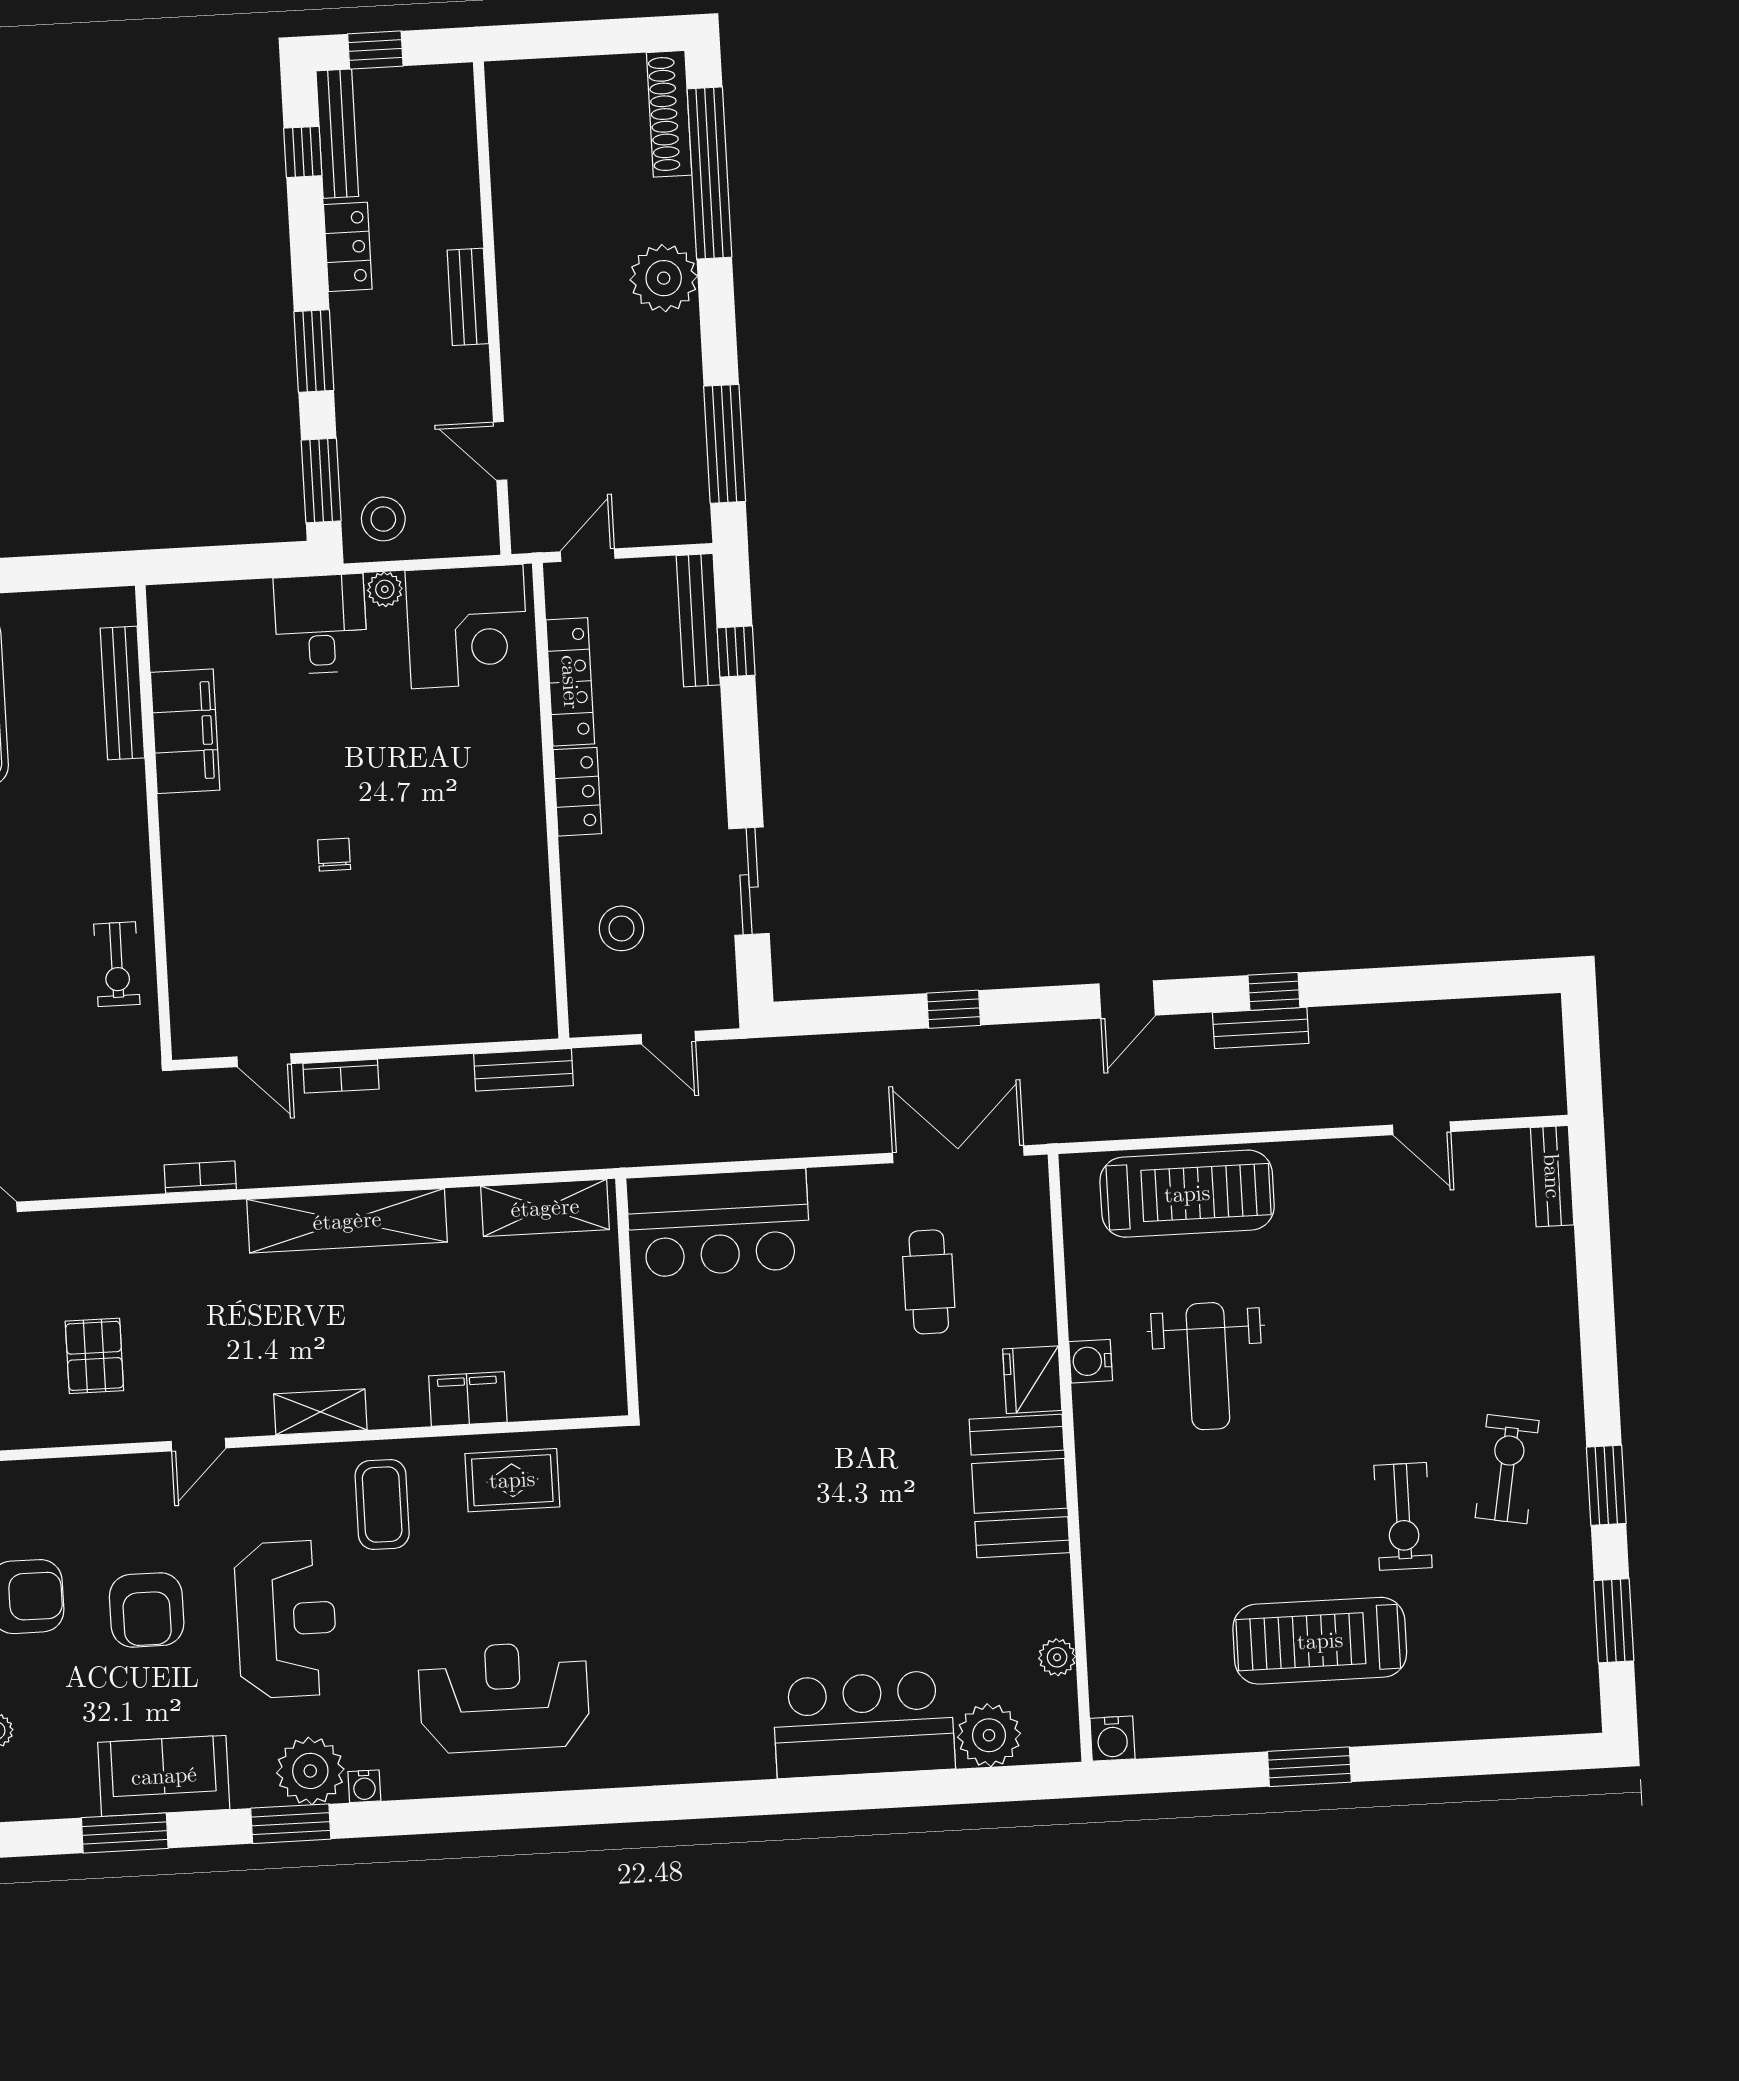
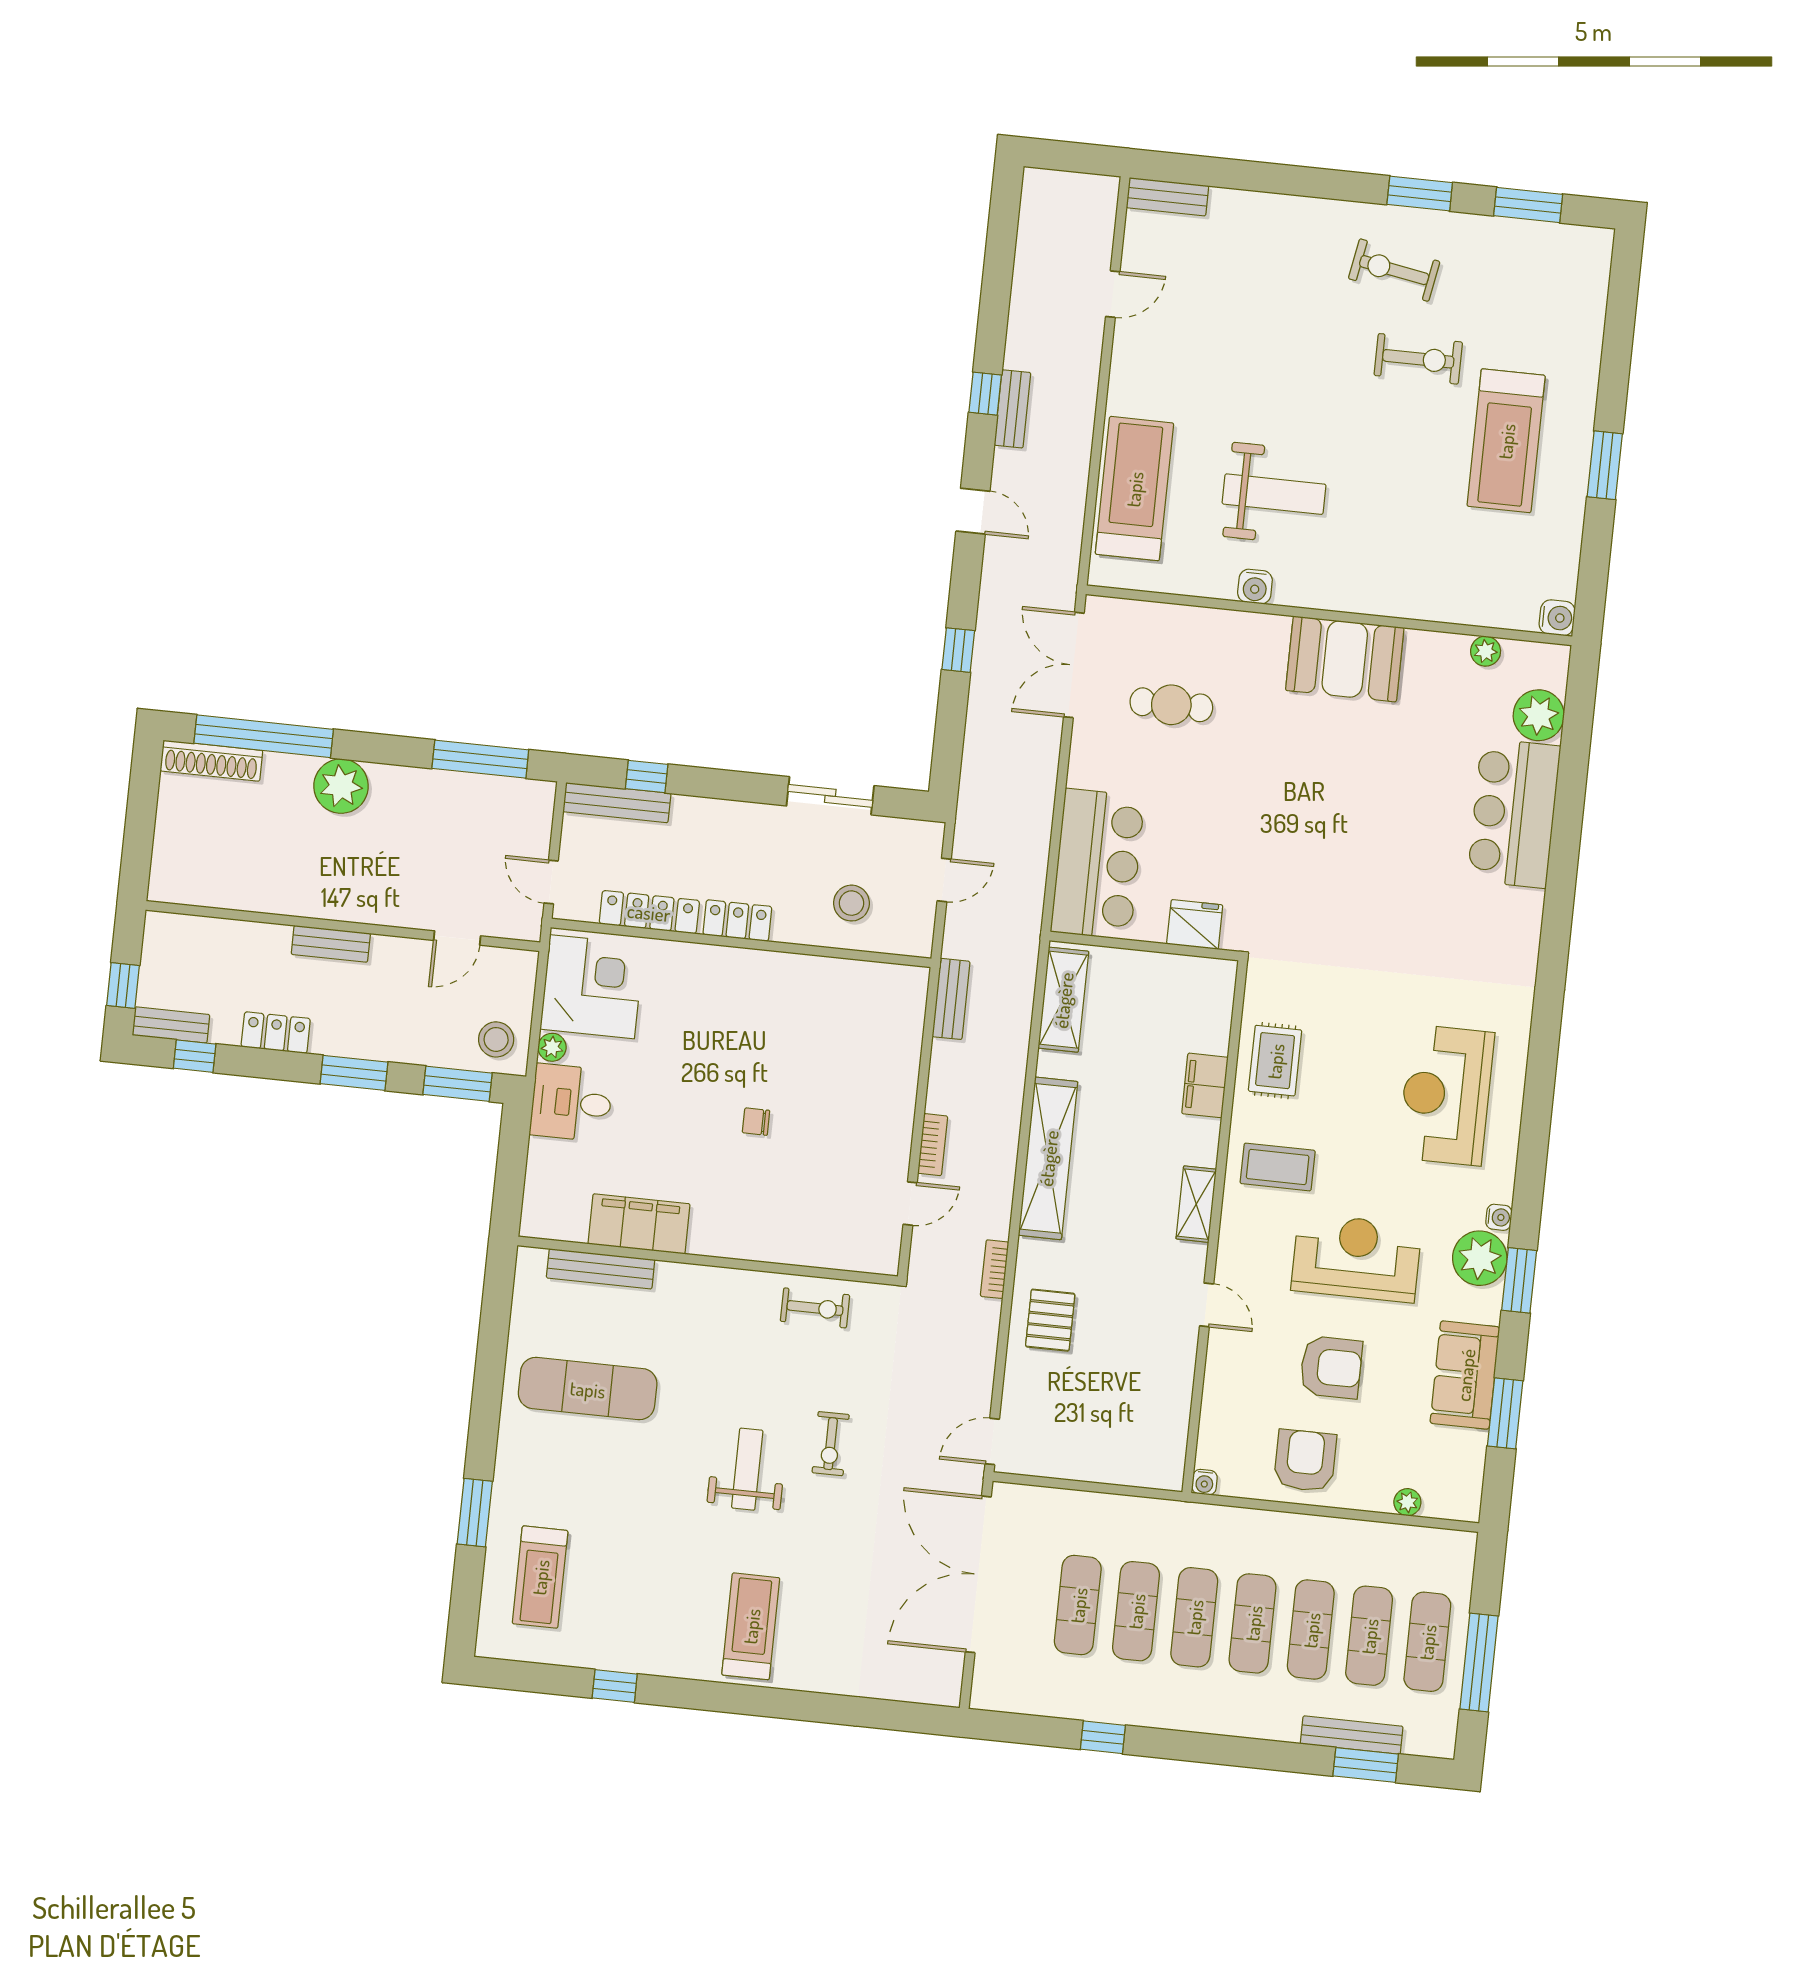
bench: (337, 134) -> (171, 1025), width x0.73
pallet: (94, 1356) -> (1050, 1320), moved, turned 90
fridge: (1032, 1380) -> (1195, 924), moved, turned 180

